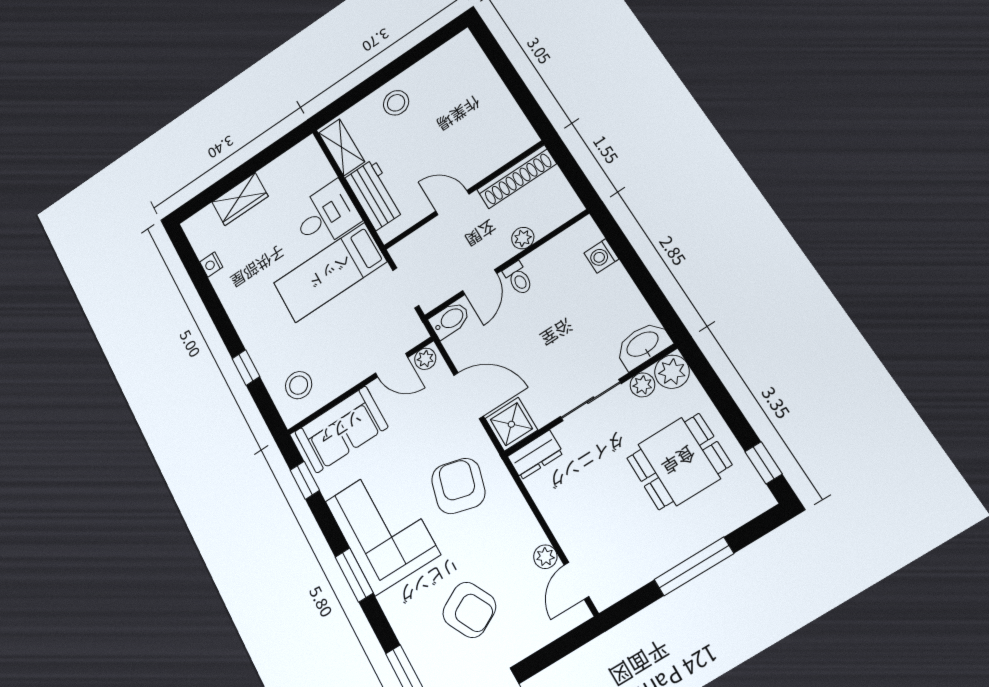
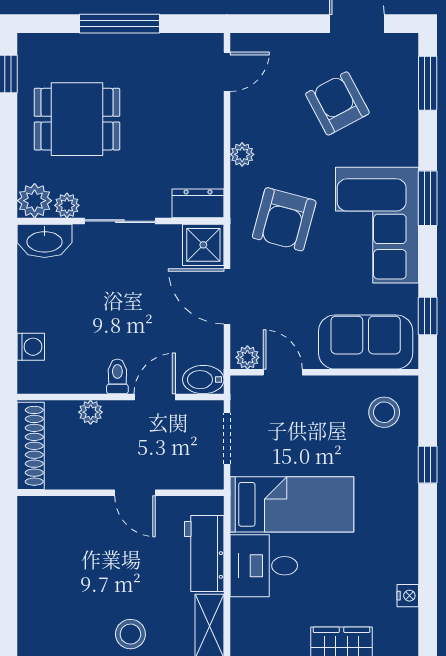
shoe rack: (517, 177) -> (31, 446), moved, turned 90
plant: (545, 557) -> (242, 154), moved

